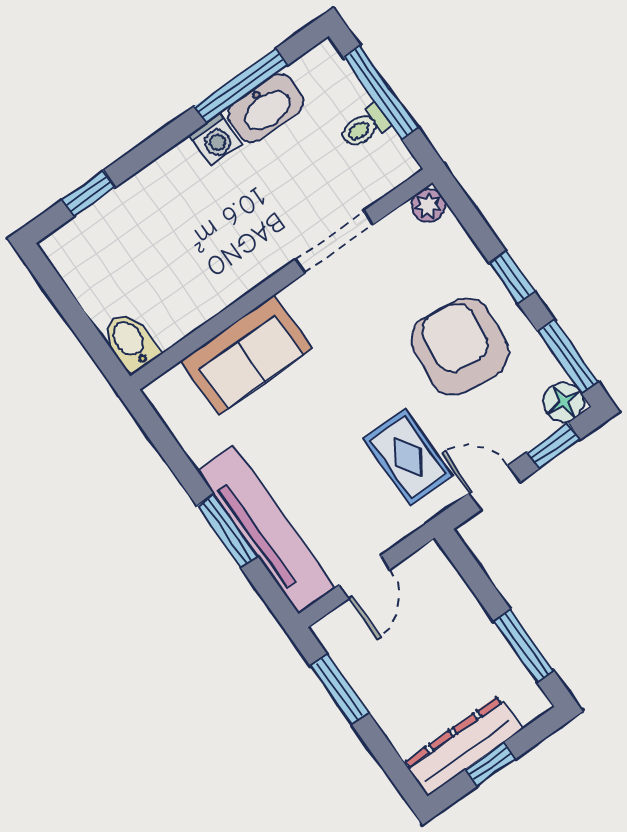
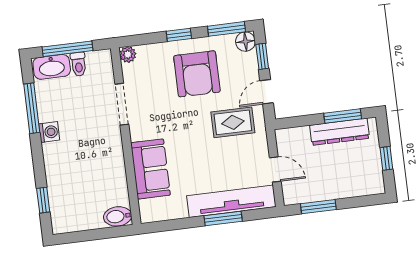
washbasin: (266, 108) -> (52, 67), moved, turned 90
armchair: (460, 347) -> (197, 74), turned -97
dresser: (463, 746) -> (340, 132), moved, turned -90

